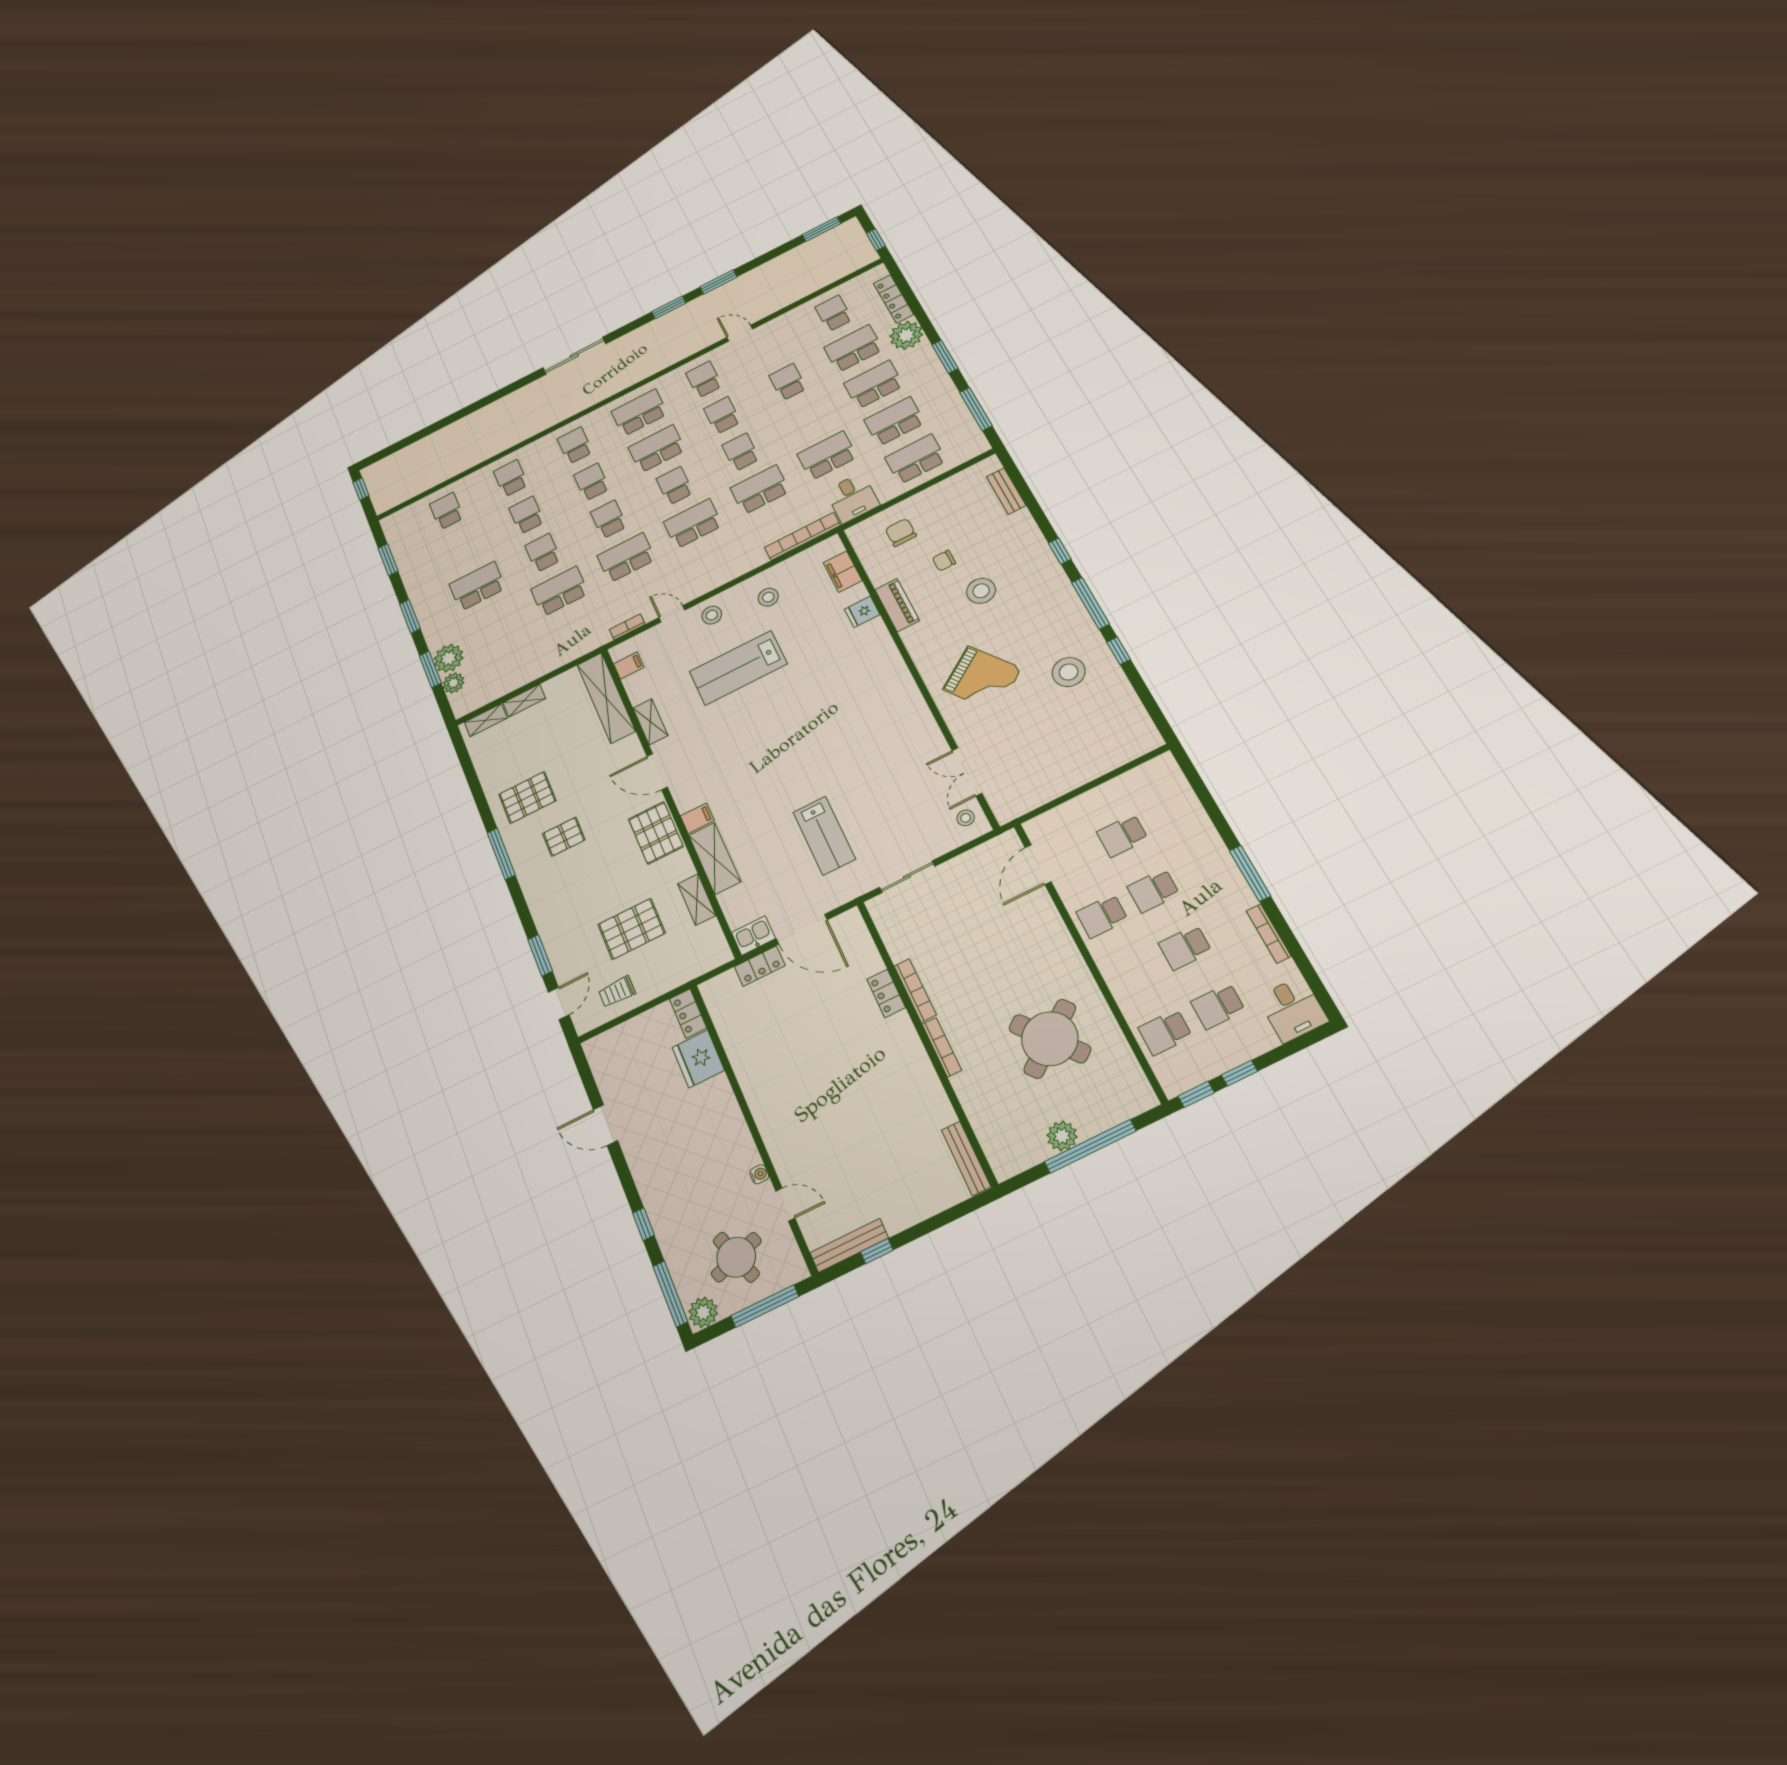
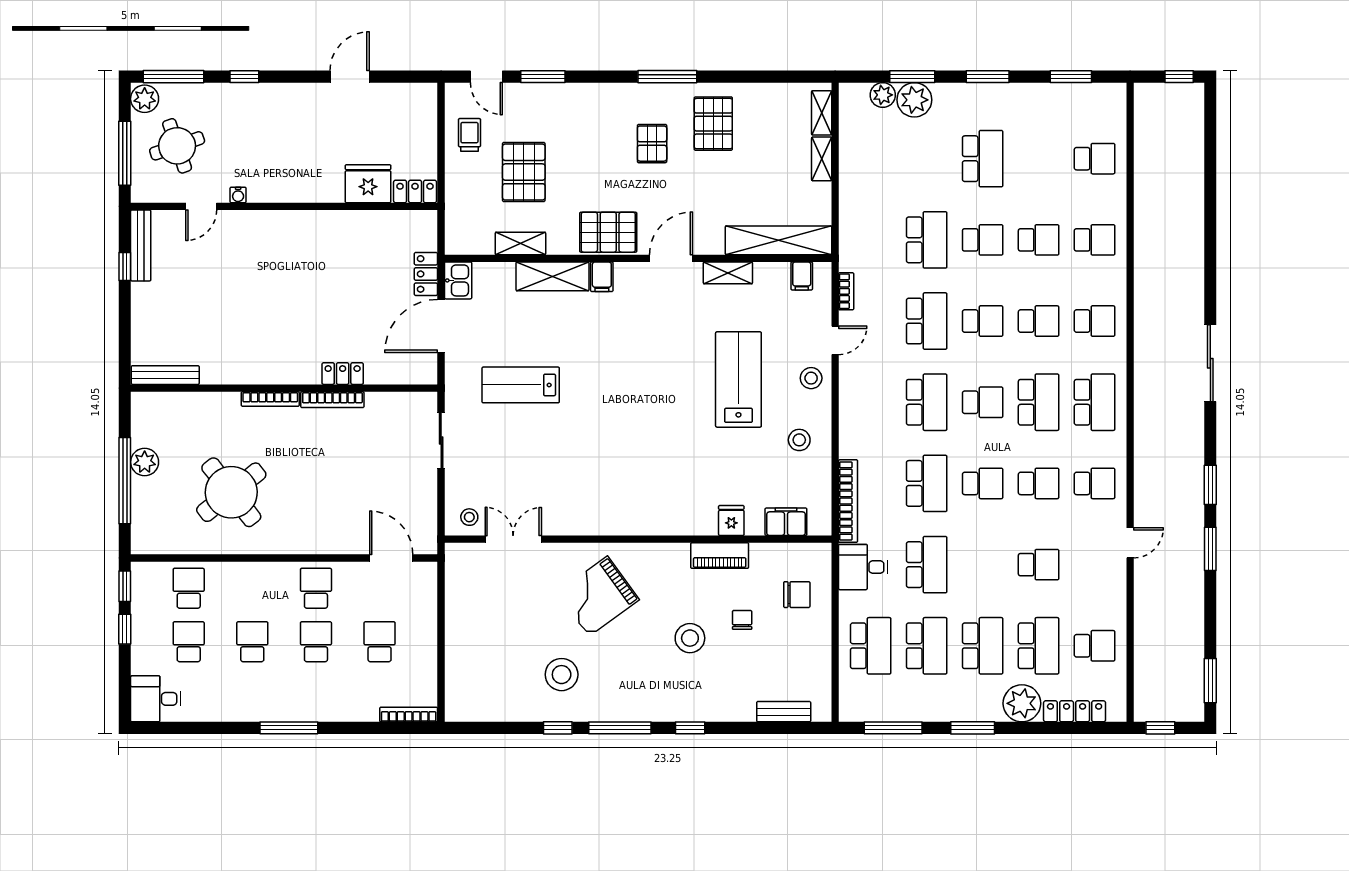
bookcase: (1269, 934) -> (409, 715), moved

